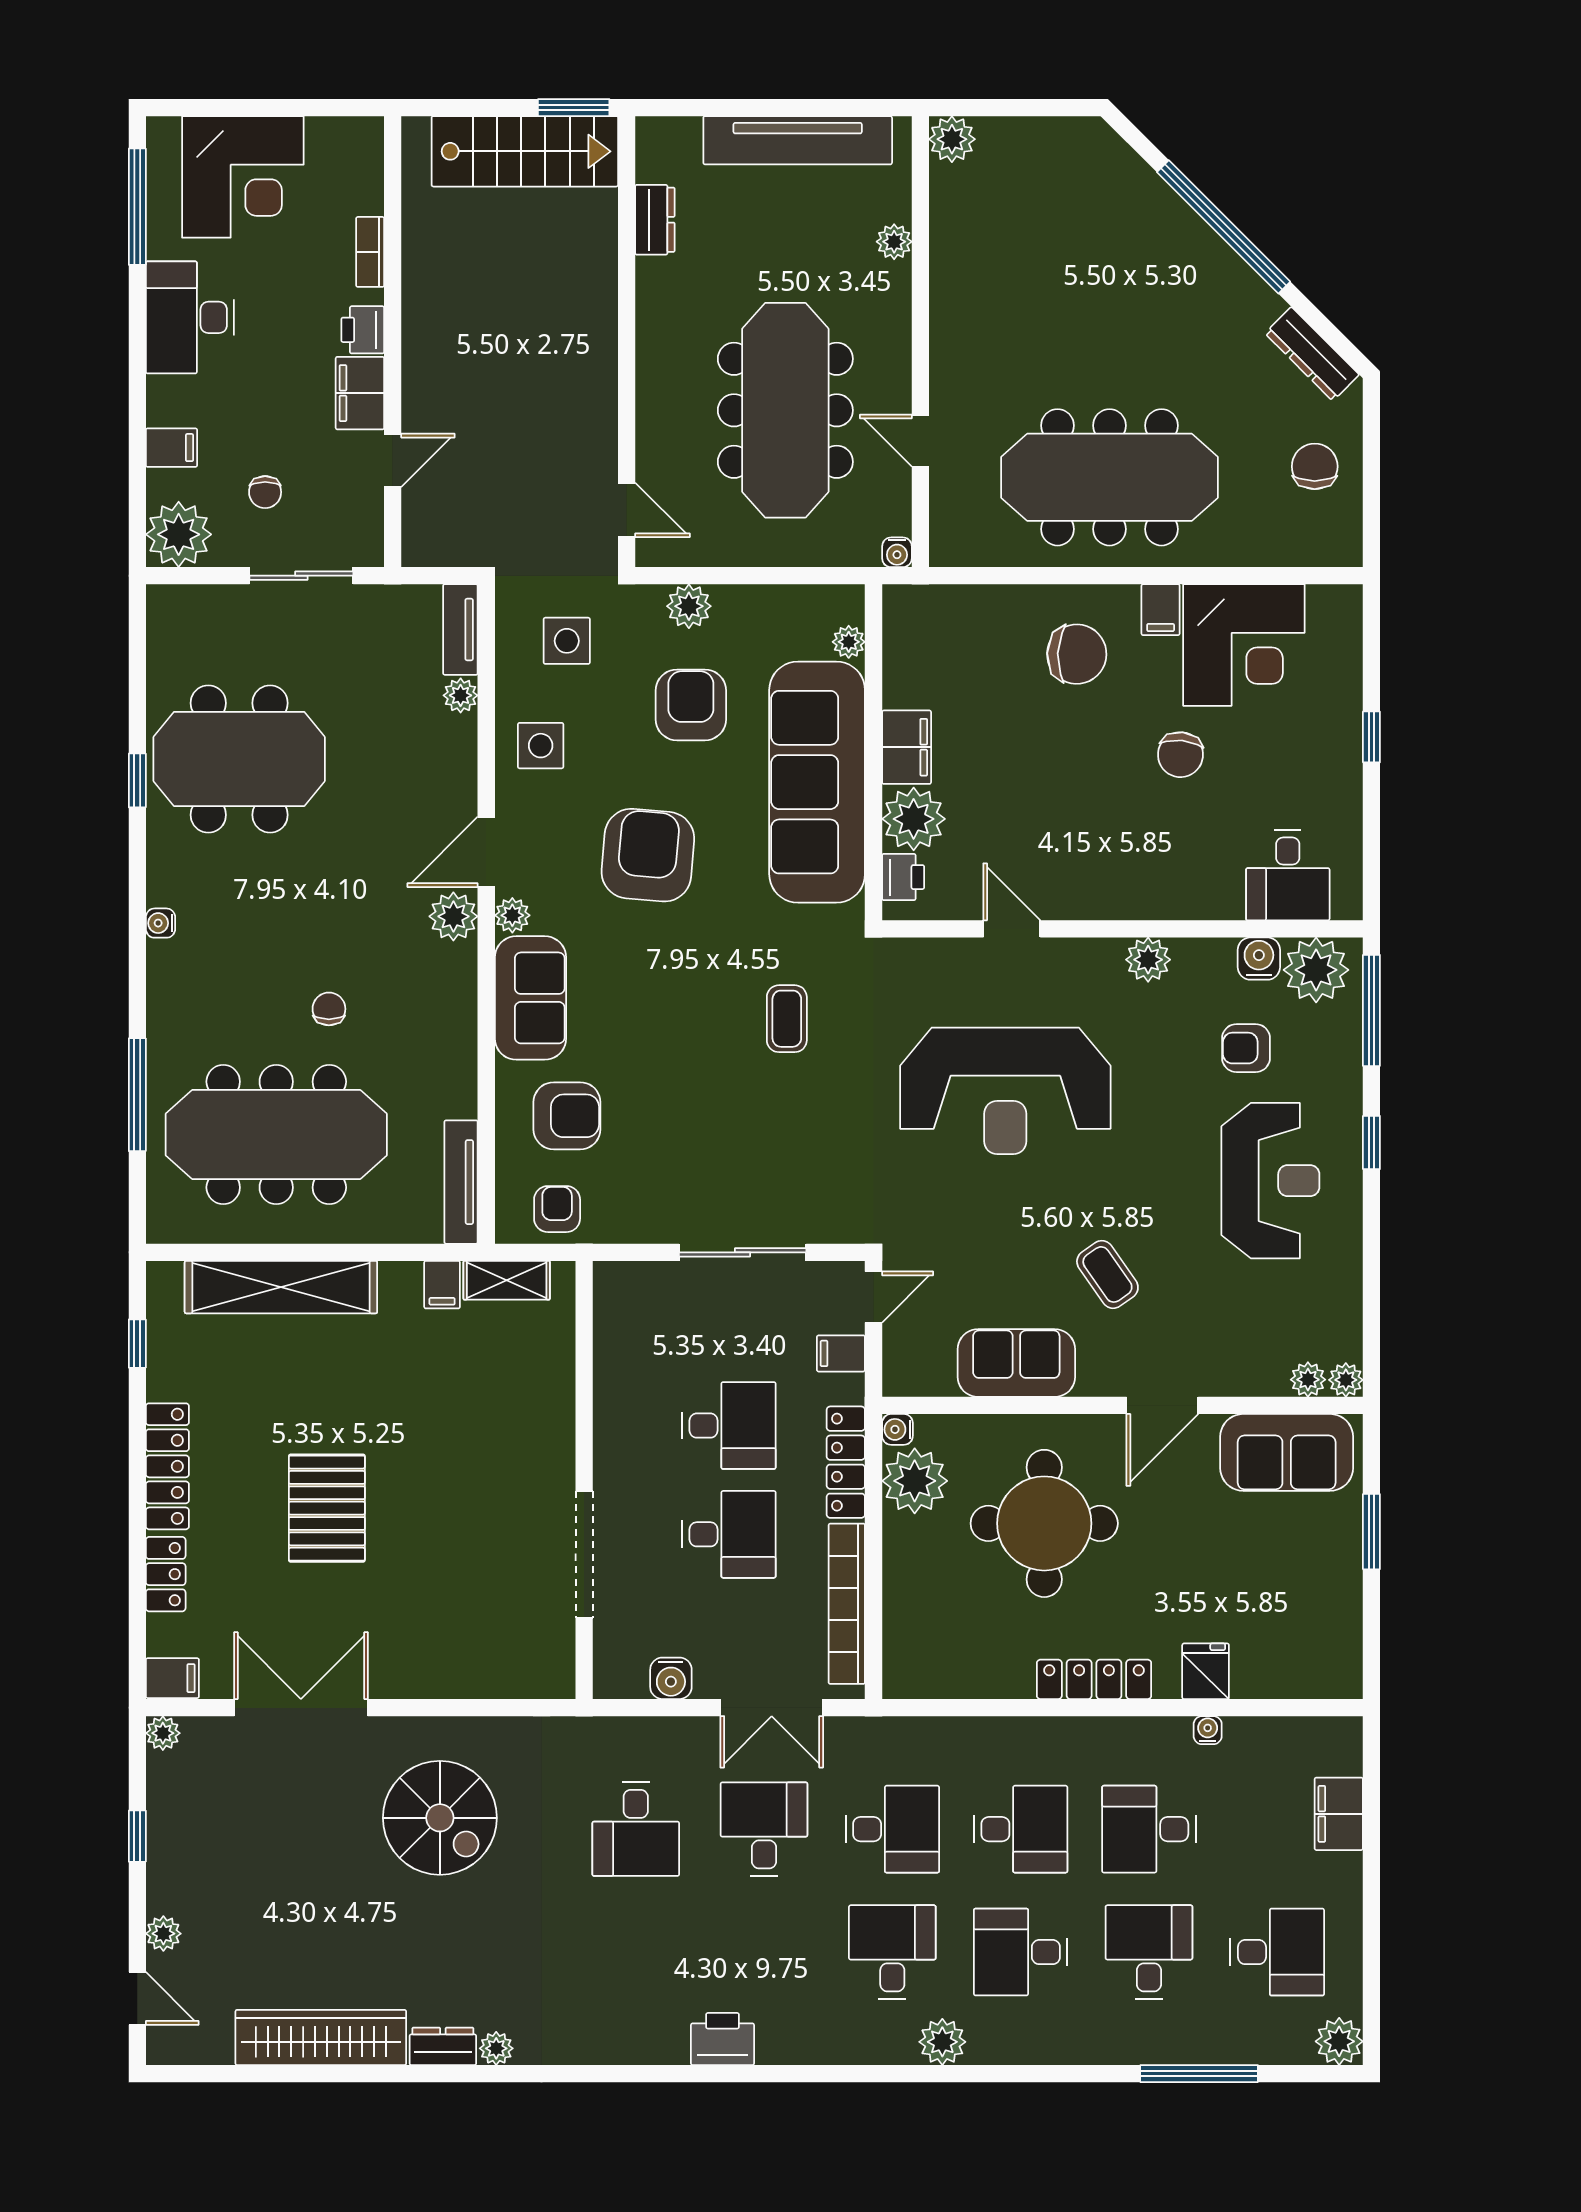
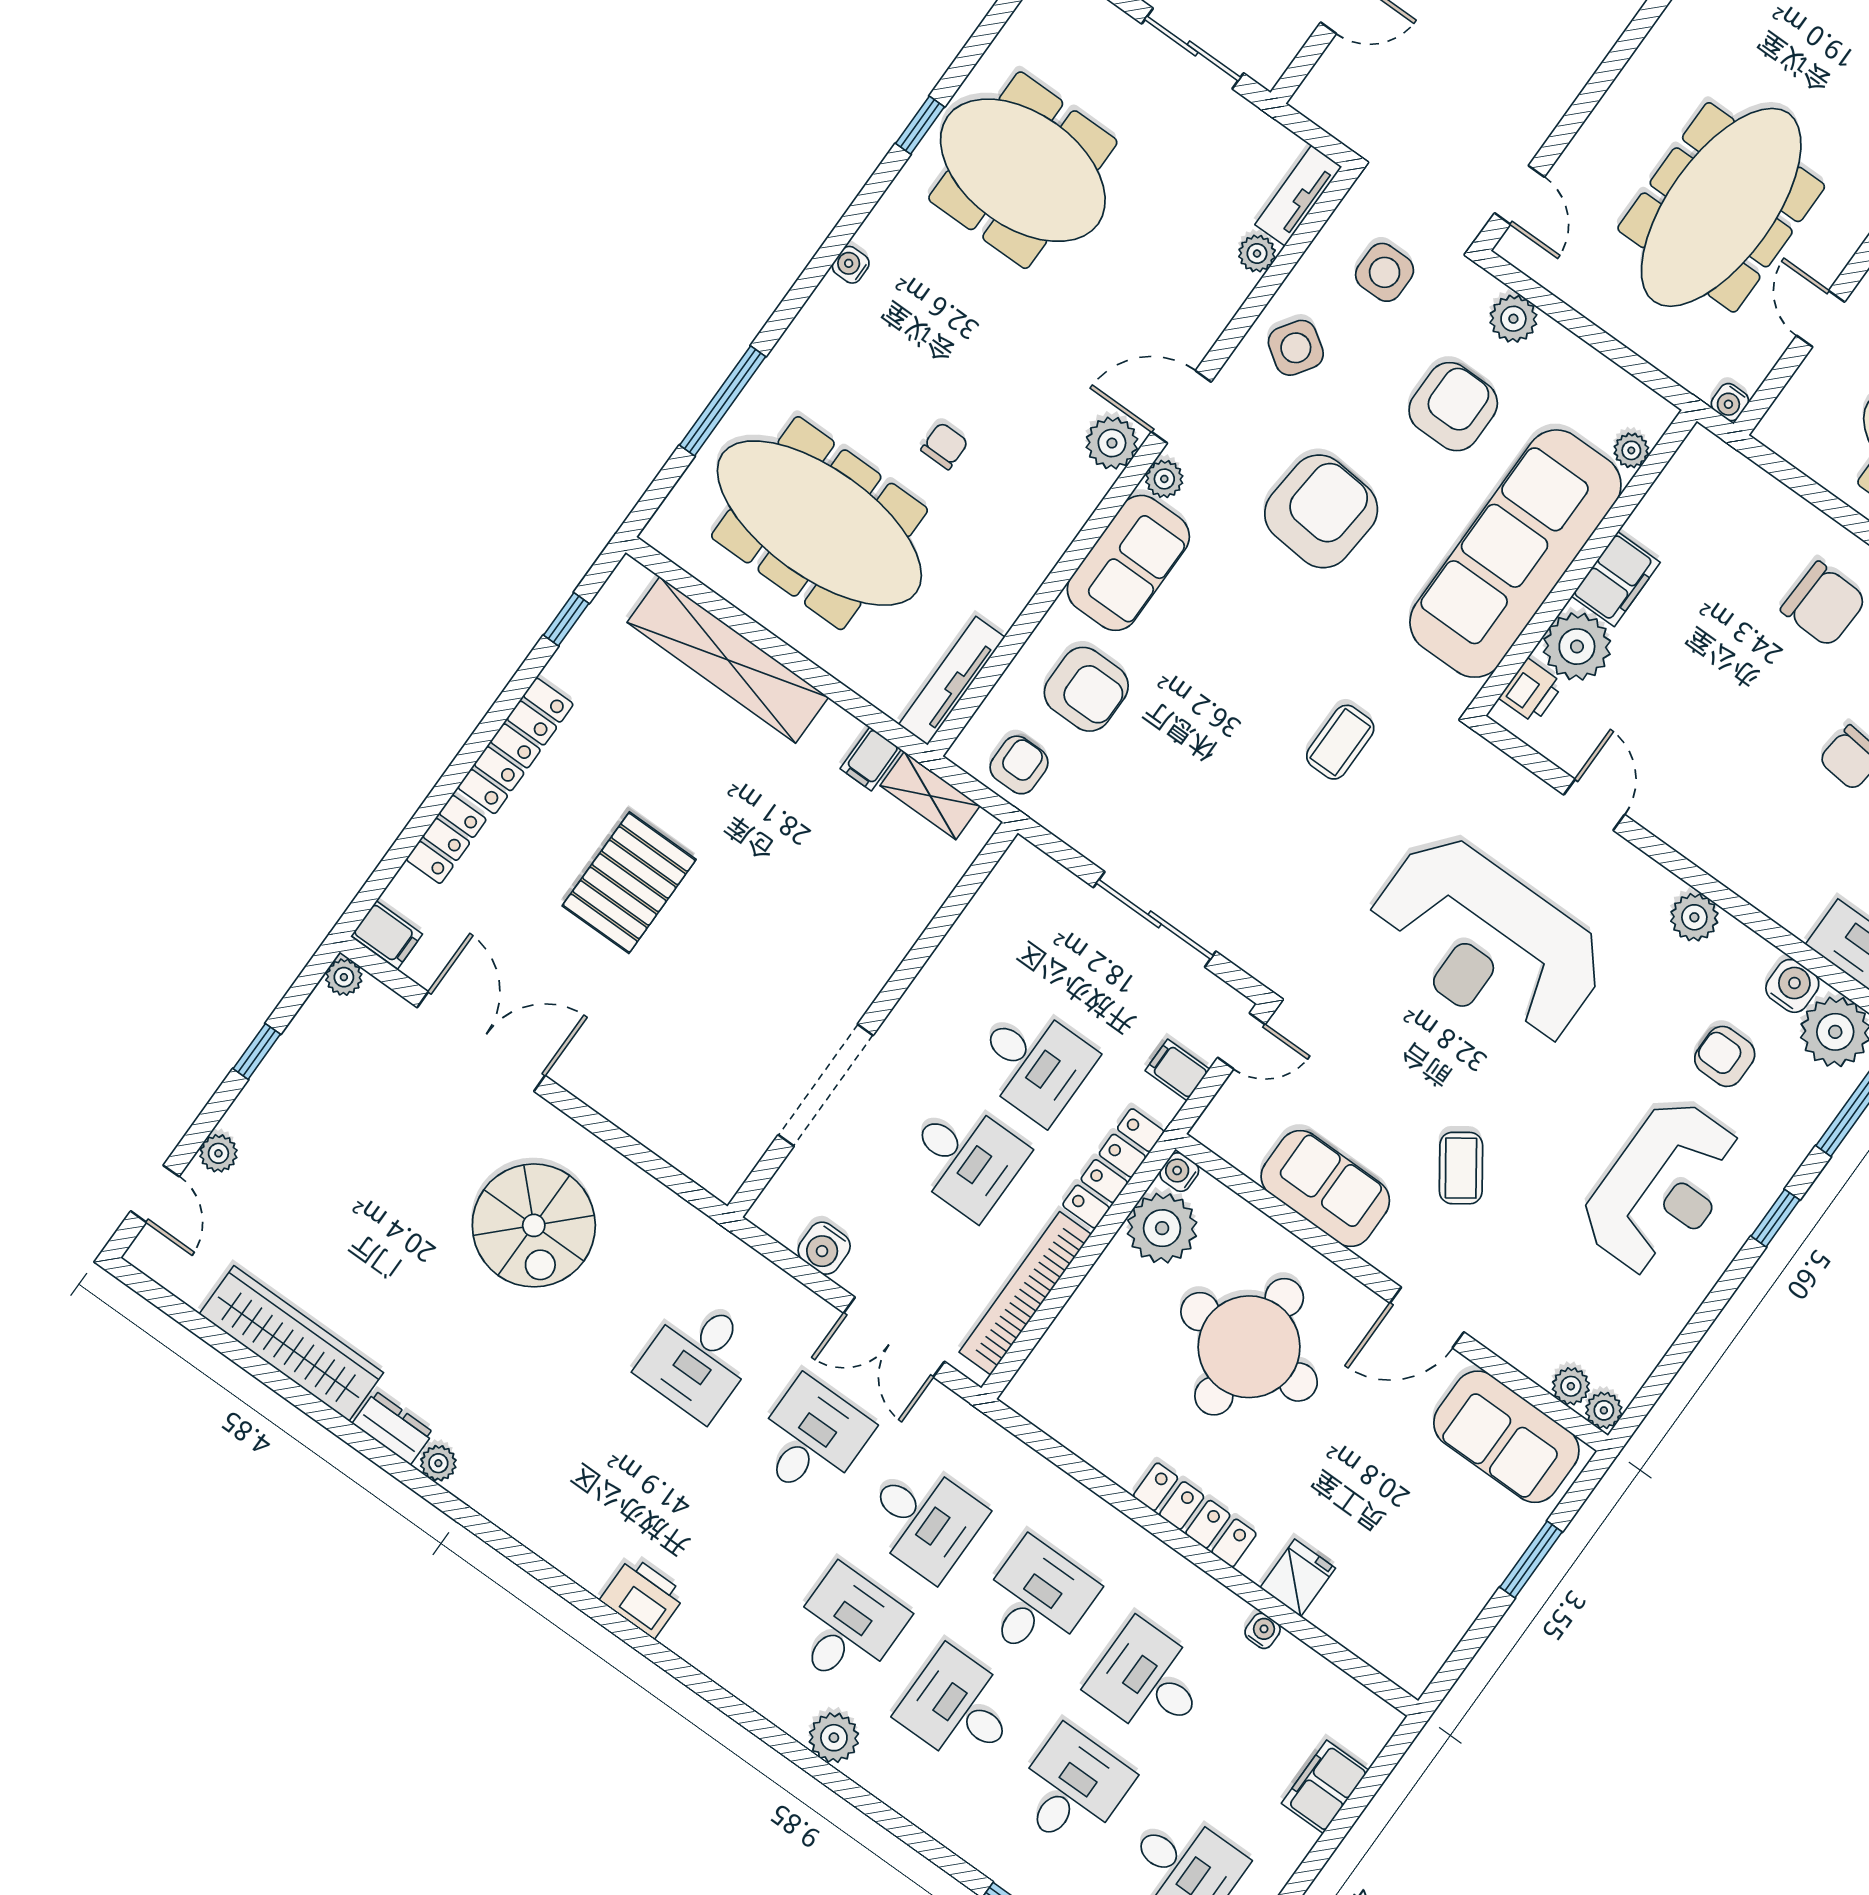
side table: (541, 746) -> (1296, 348), turned 34
desk: (1021, 1829) -> (1036, 1600), turned -90

